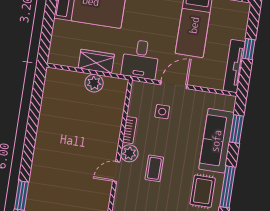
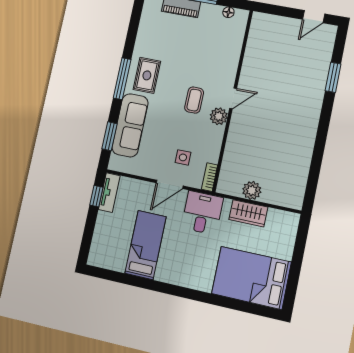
window: (249, 49) -> (96, 196), moved
tv unit: (234, 66) -> (109, 193), width x0.71
bookcase: (130, 130) -> (210, 177), moved

